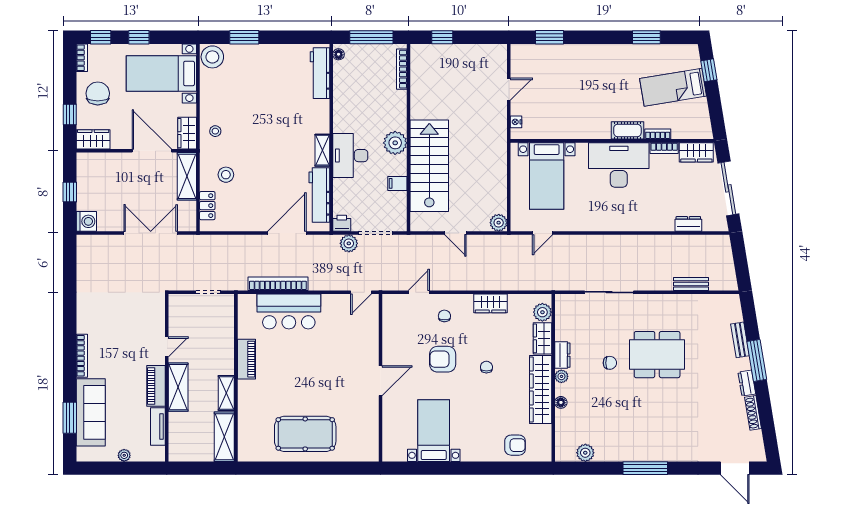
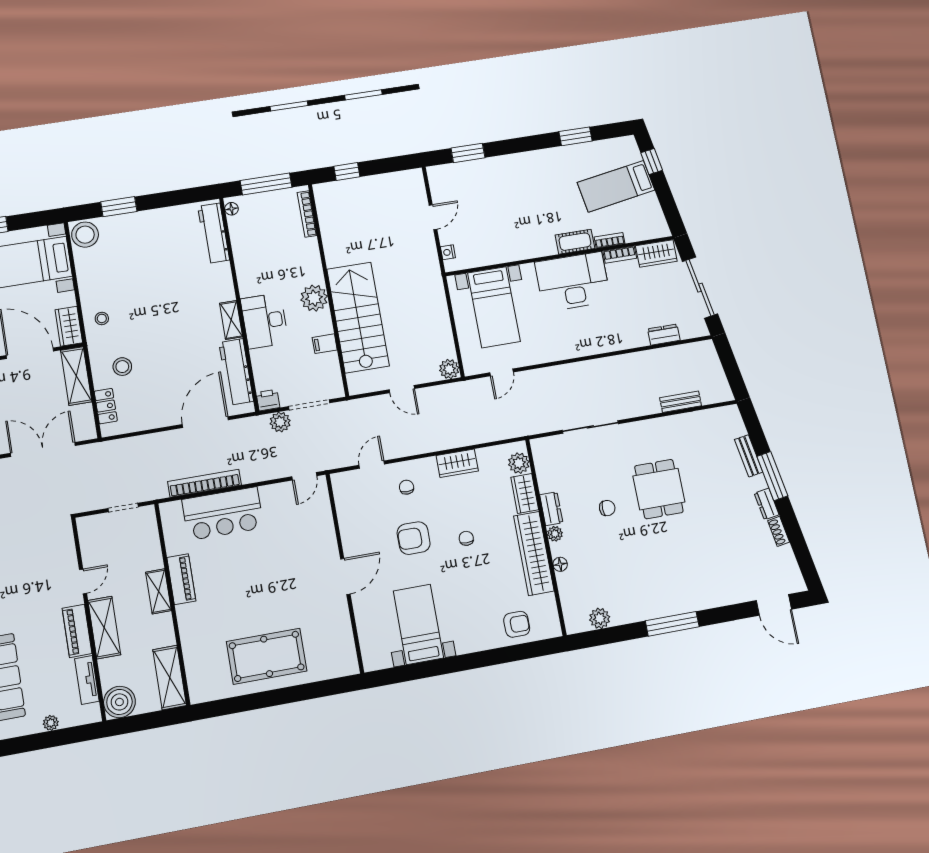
dining table: (657, 355) -> (659, 489), width x0.73
shelving: (226, 393) -> (158, 591), moved
shoe rack: (753, 413) -> (779, 531), width x0.70
boiler: (181, 449) -> (119, 702), added

